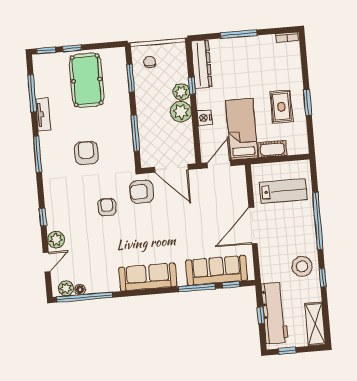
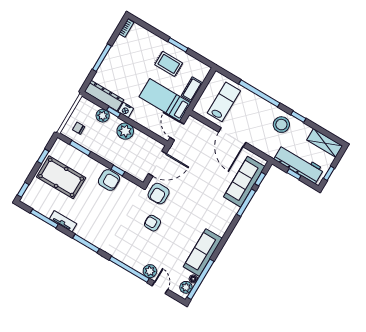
window: (72, 48) -> (43, 156), moved
plant: (181, 92) -> (103, 116), moved
nightstand: (205, 118) -> (126, 110), moved
window: (135, 133) -> (118, 170), width x0.46
armchair: (86, 153) -> (109, 180), moved, turned 180
window: (43, 217) -> (129, 269), width x3.17
sofa: (148, 277) -> (203, 253), moved

